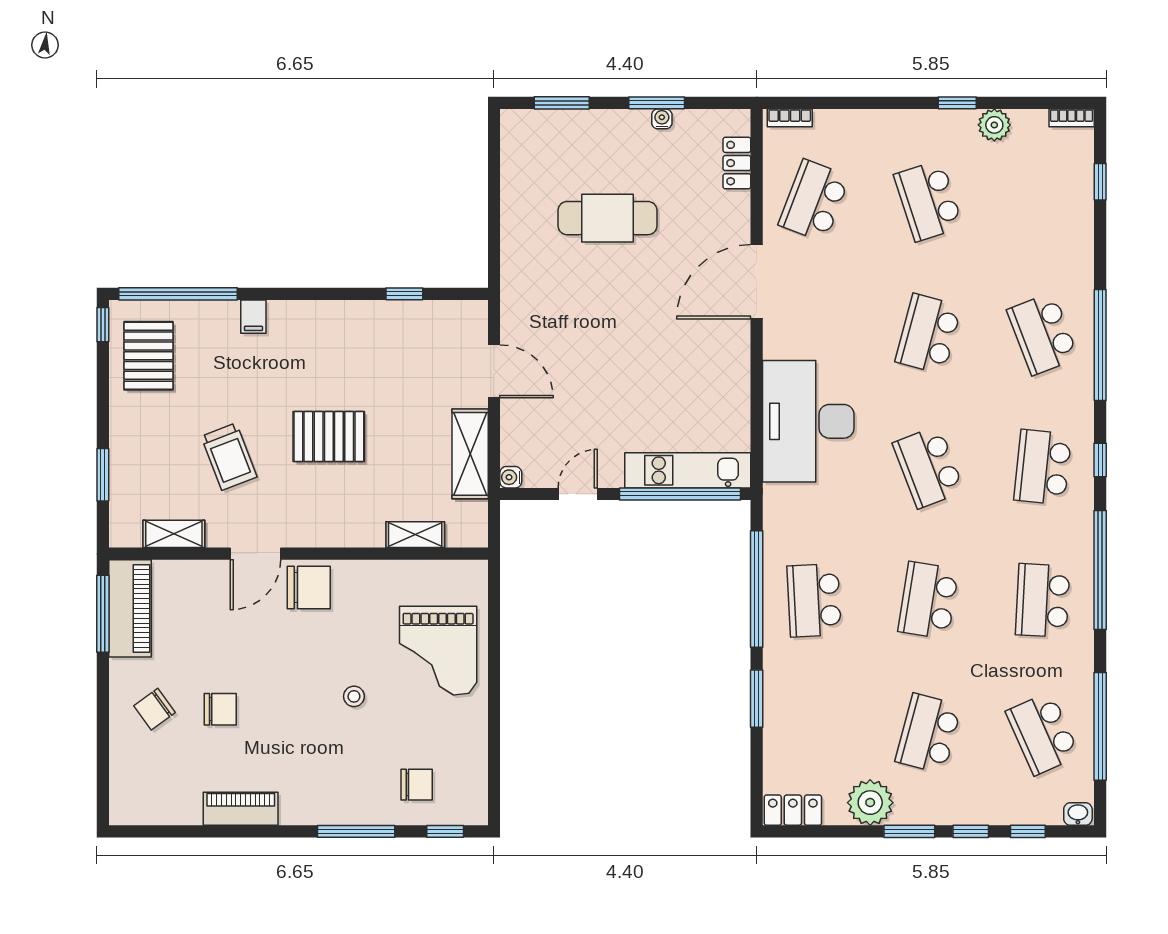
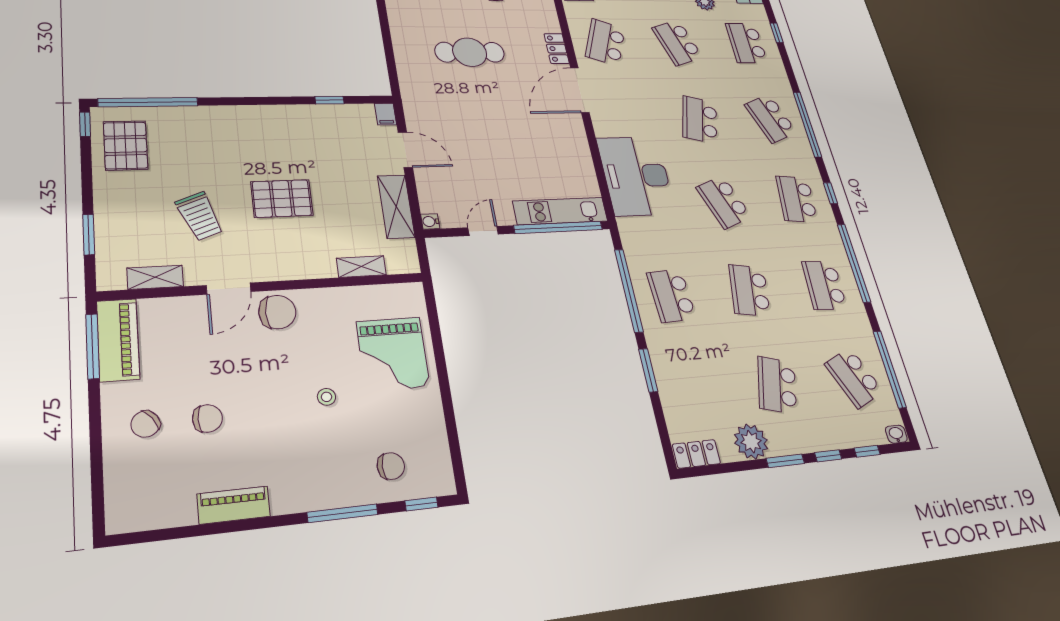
locker: (737, 163) -> (557, 49), moved
school desk: (1043, 201) -> (746, 43), added
filing cabinet: (253, 317) -> (386, 114), moved

